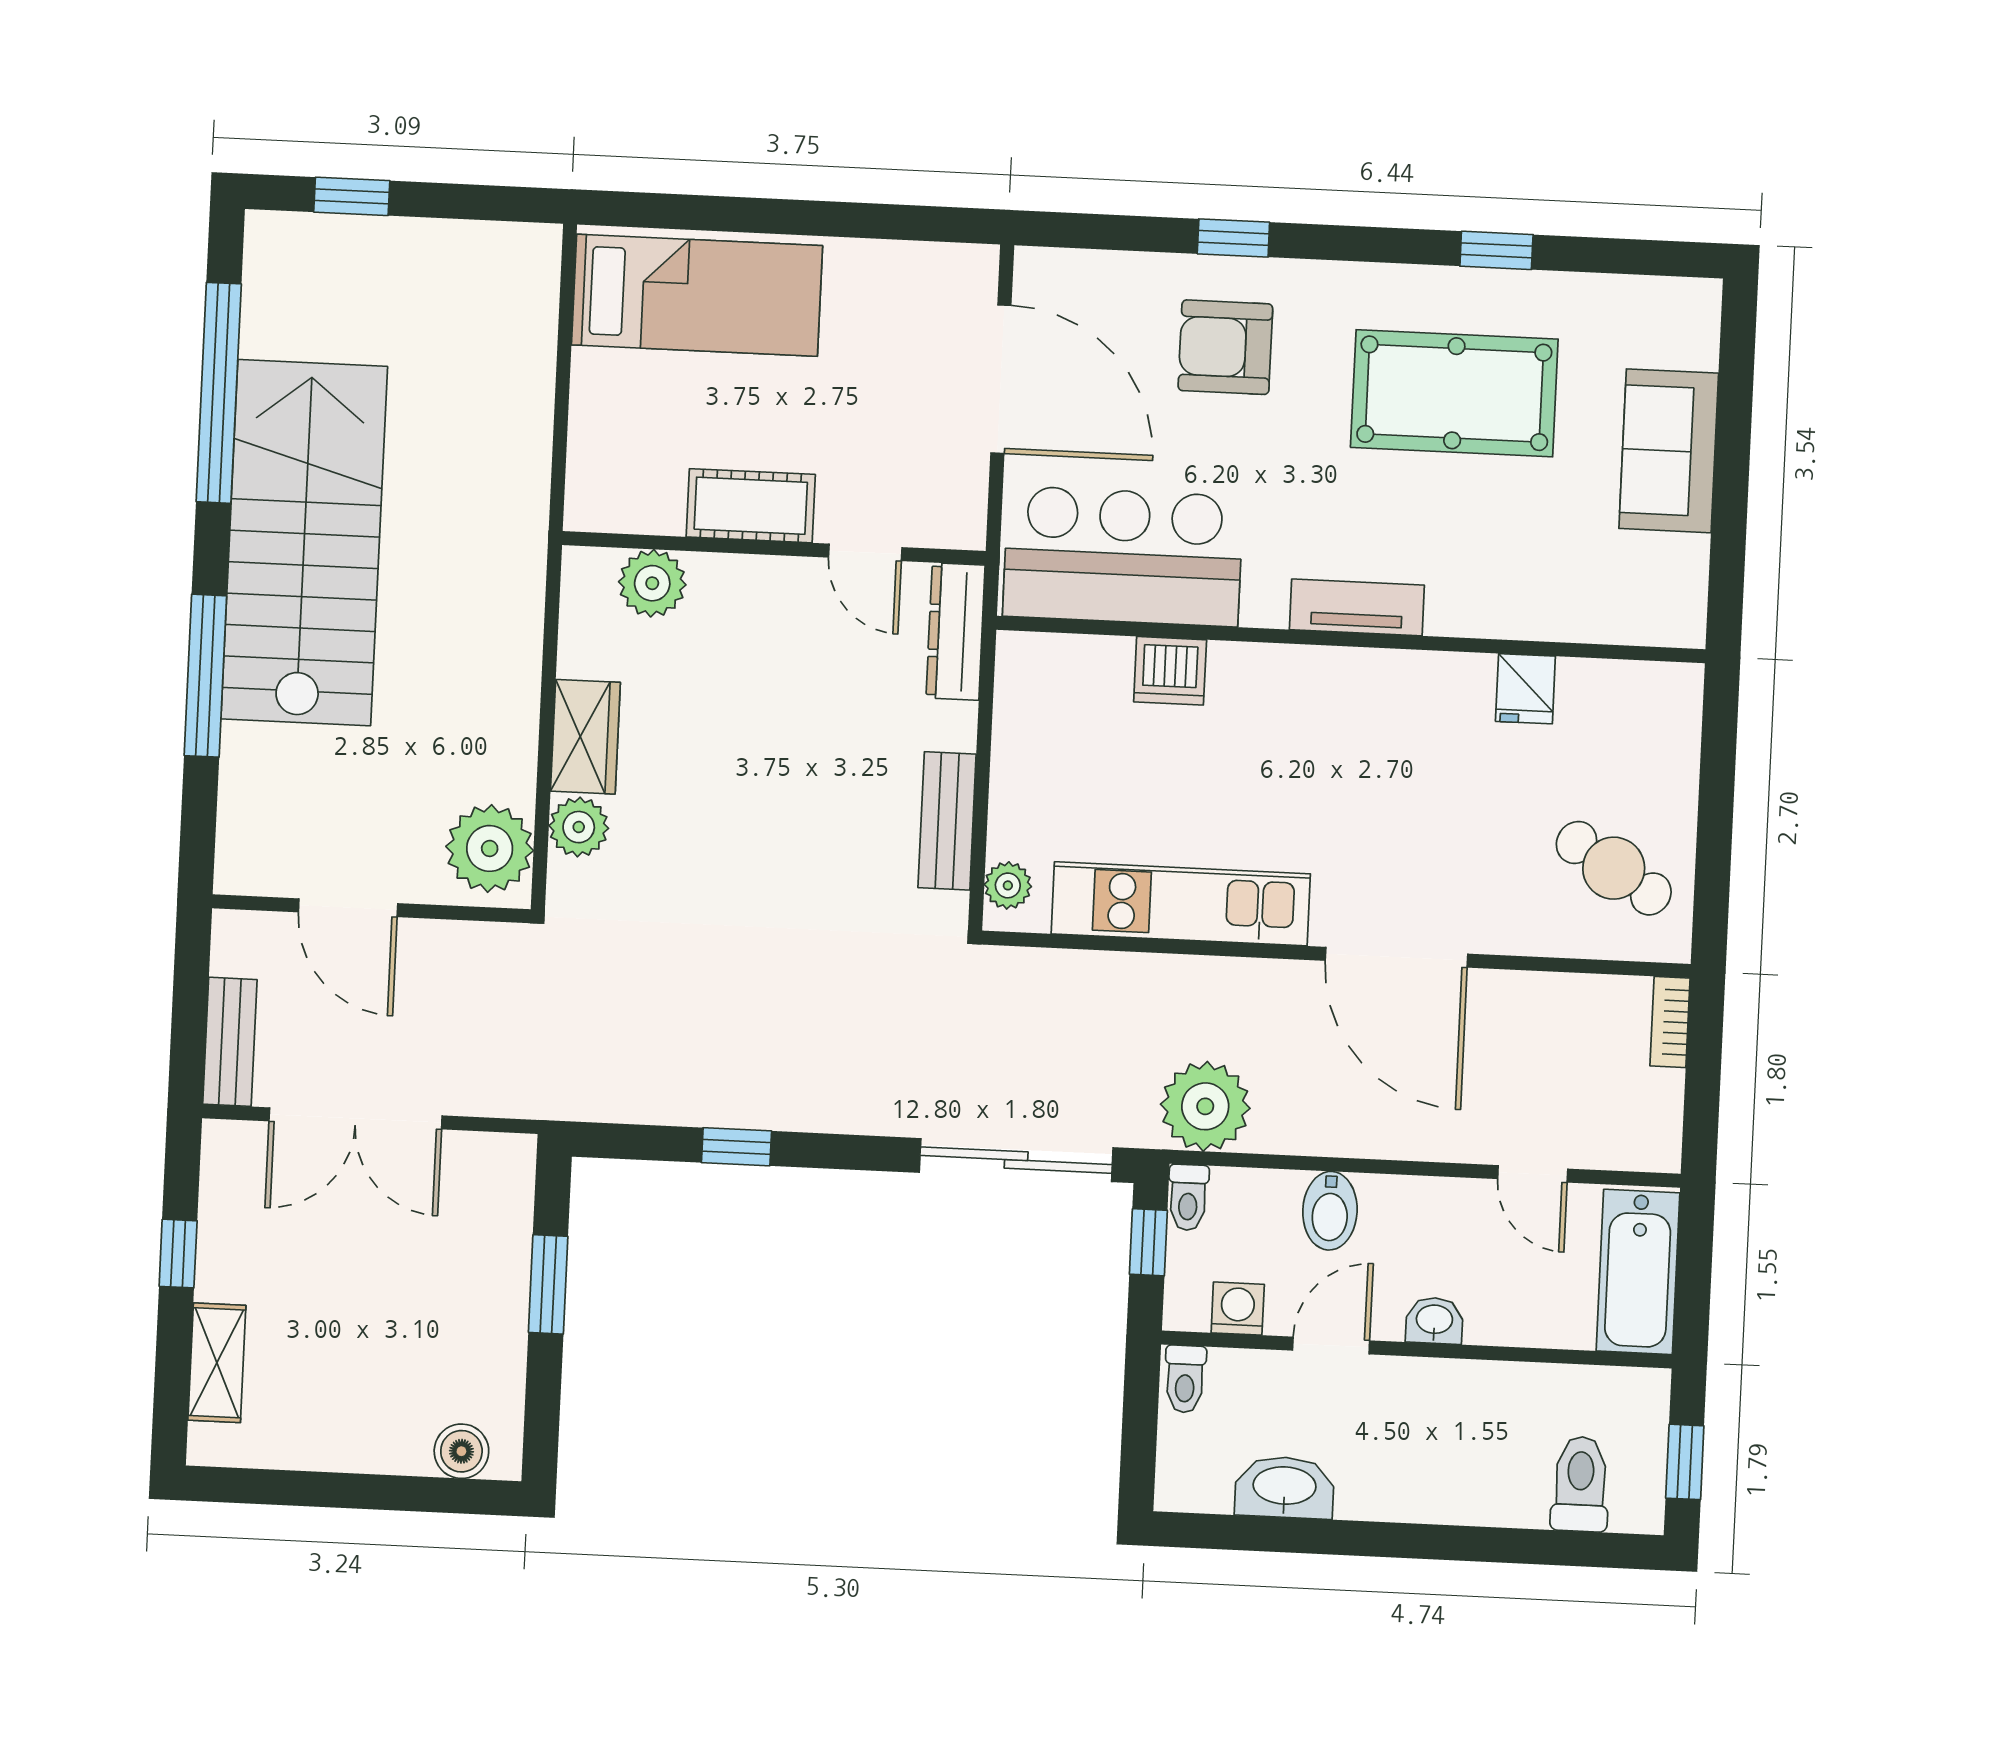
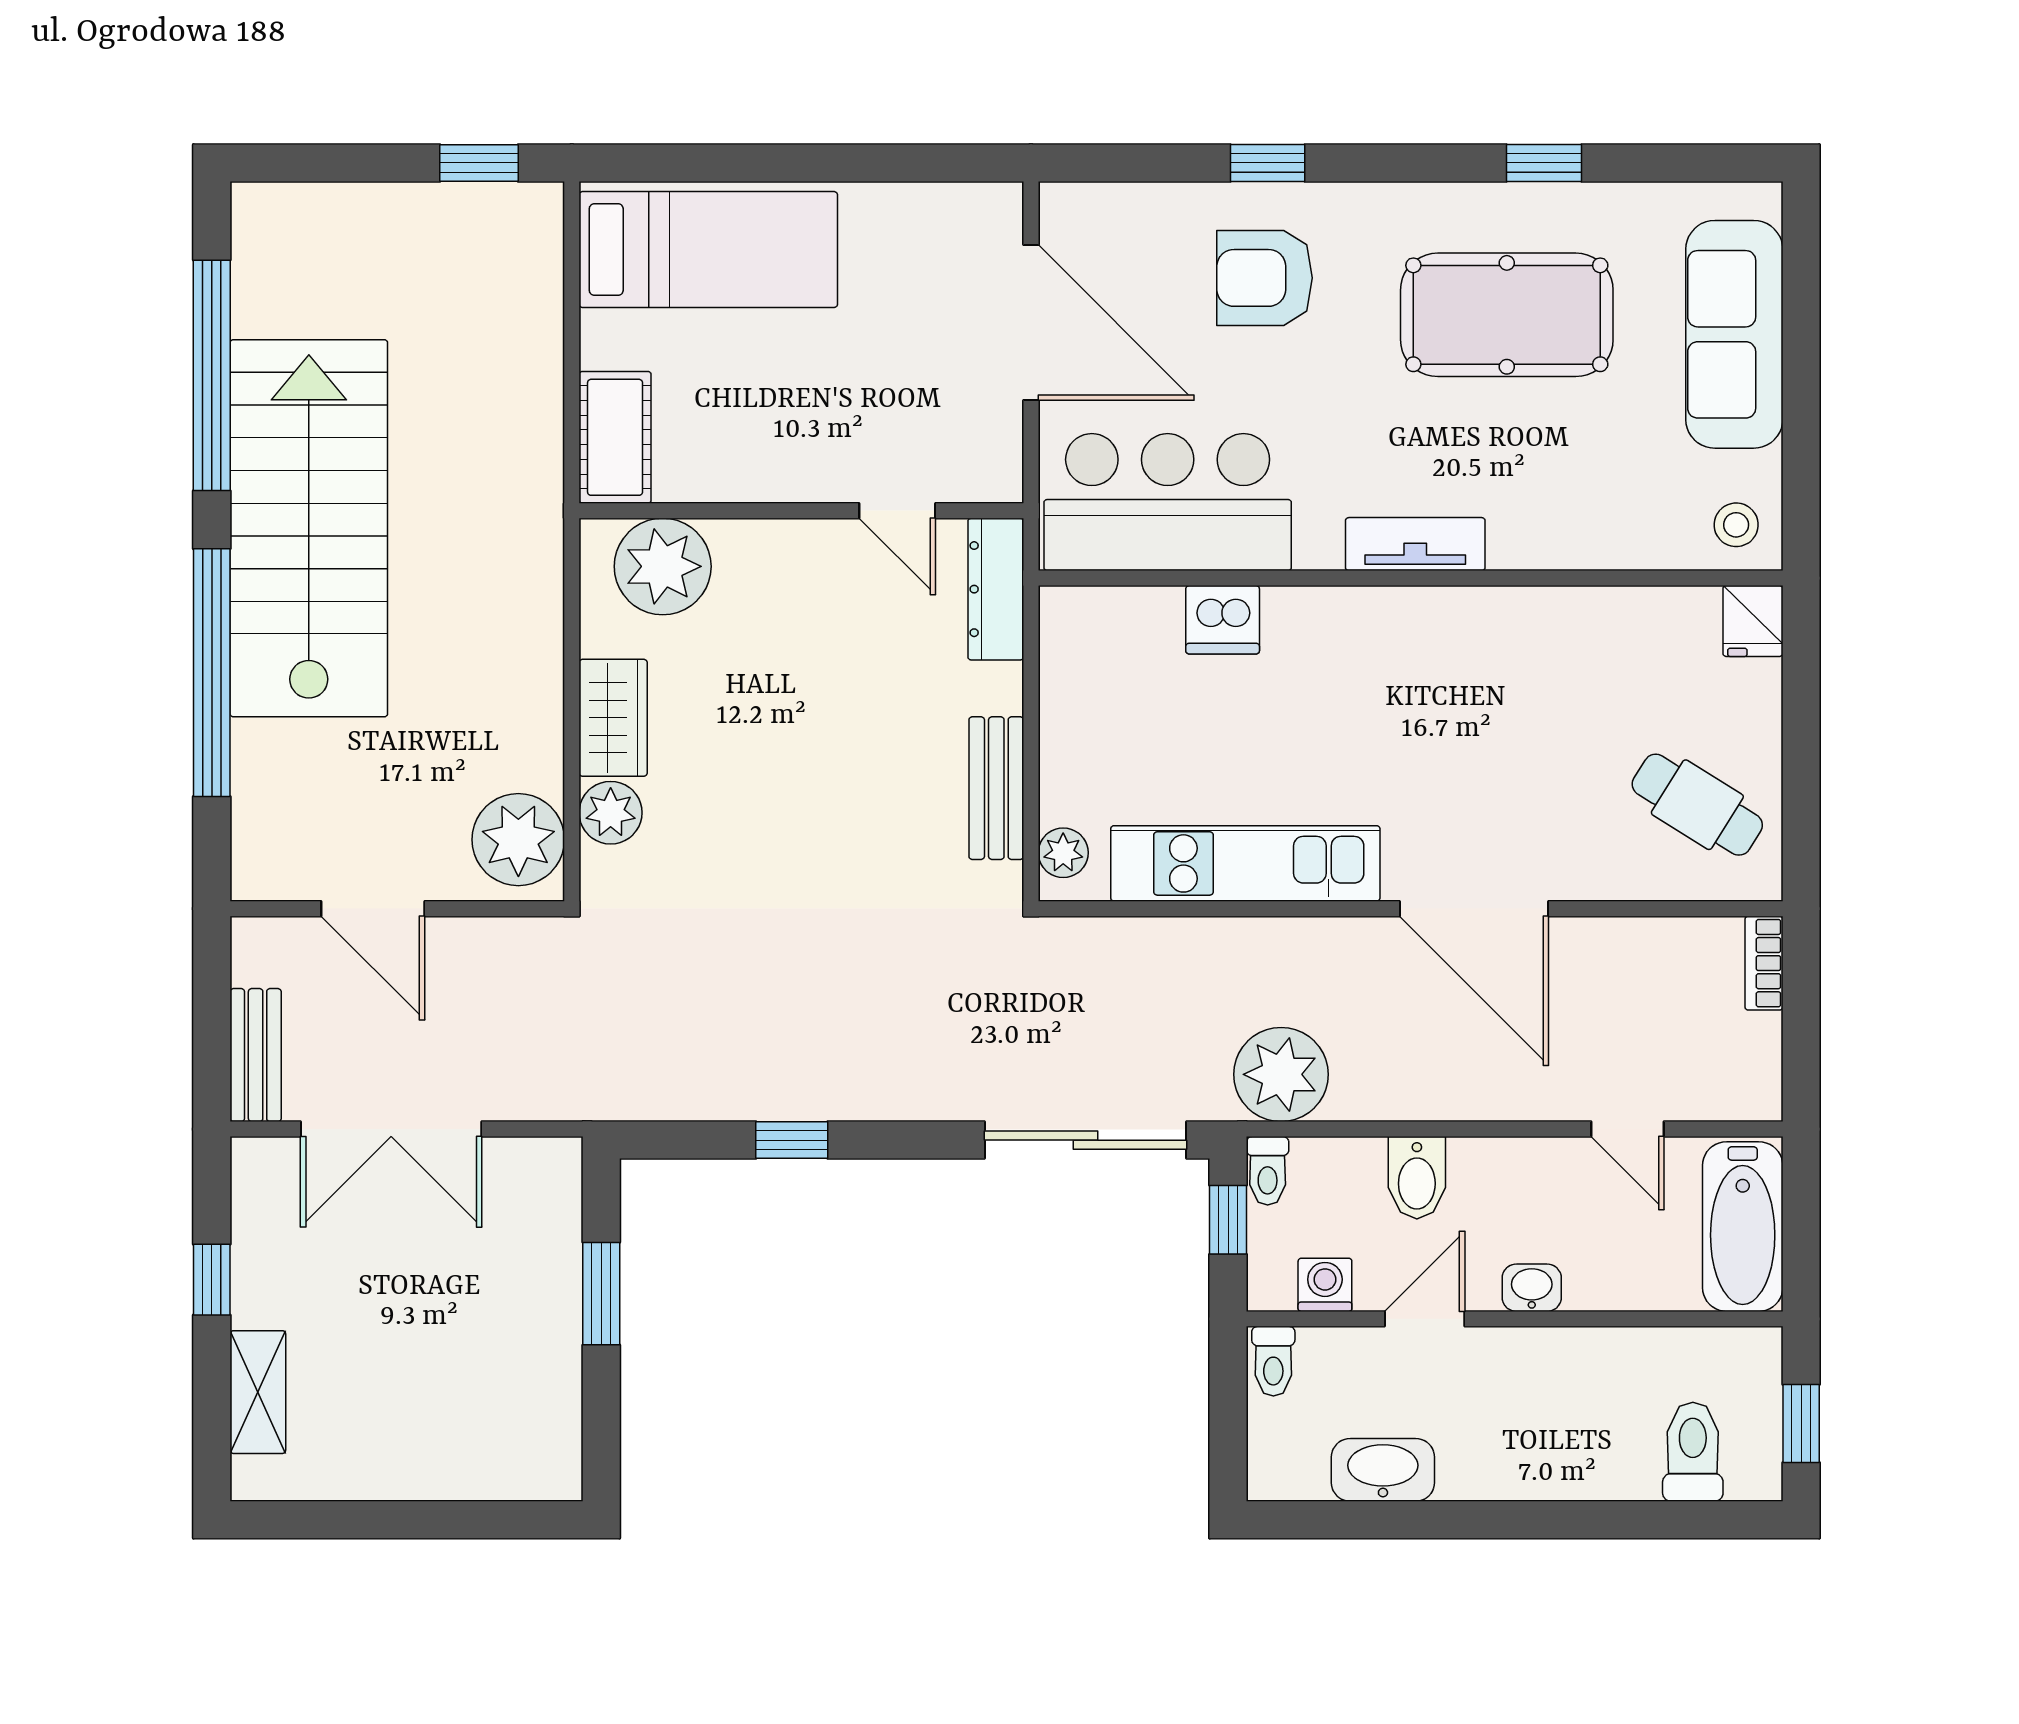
window: (352, 196) -> (479, 163), moved
sofa: (1669, 451) -> (1734, 334), width x1.36
cot: (751, 506) -> (615, 437), moved, turned 90
plant: (652, 583) -> (663, 566), width x1.36, depth x1.36
stool: (1663, 603) -> (1736, 525), added
window: (205, 676) -> (212, 673), width x1.46
fridge: (1525, 689) -> (1753, 621), moved
boiler: (461, 1451) -> (519, 1473), removed

